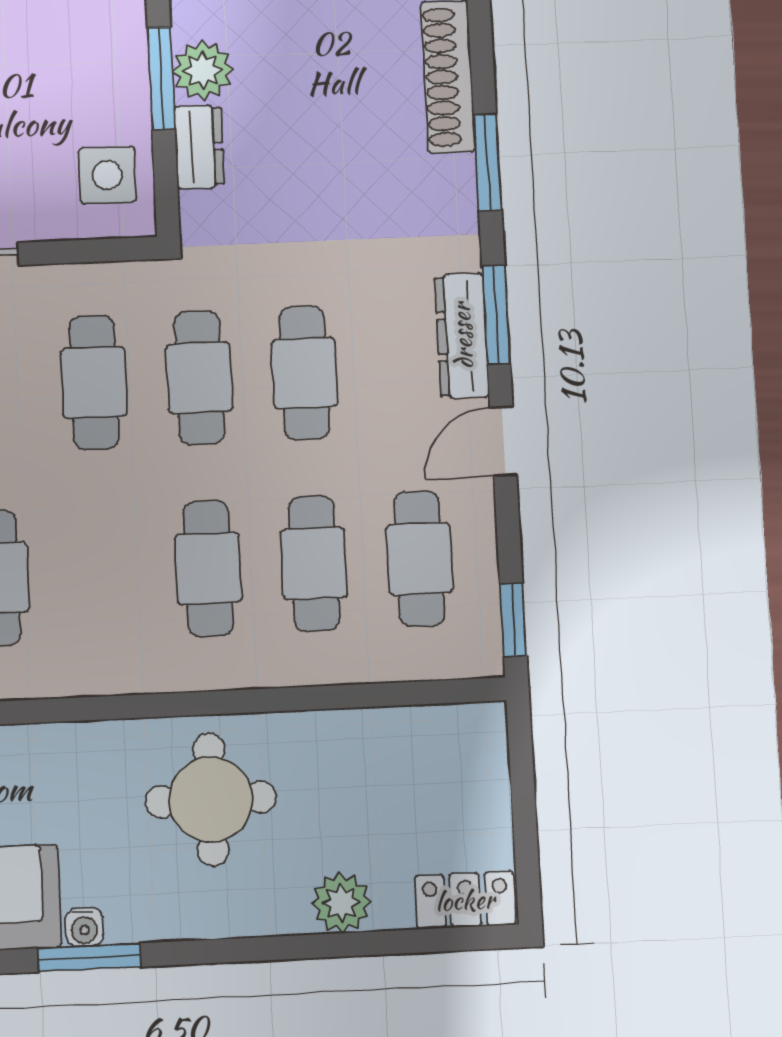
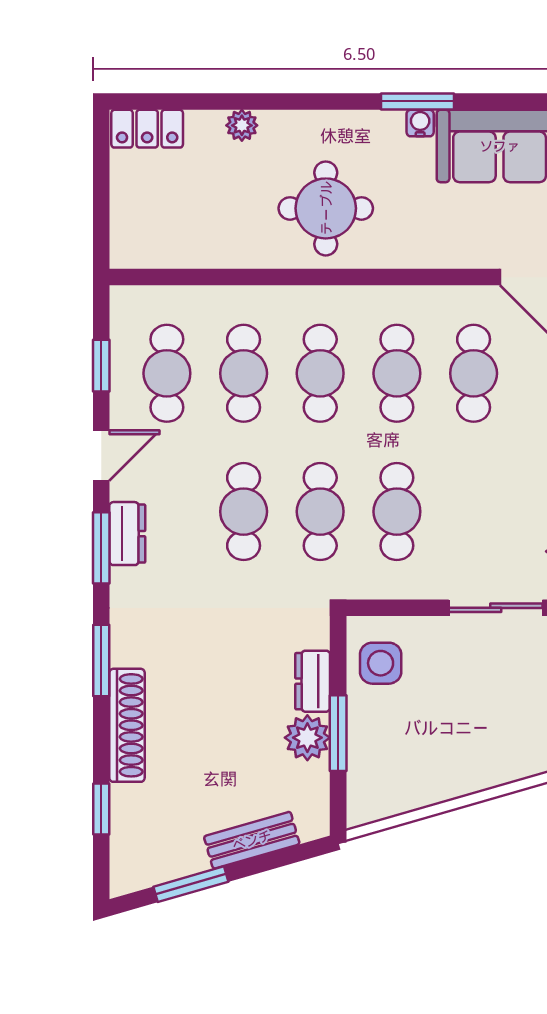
dresser: (462, 336) -> (127, 534), width x0.70
cafe table: (102, 573) -> (397, 373), added
window: (513, 620) -> (101, 366), moved
plant: (341, 903) -> (242, 125), width x0.73, depth x0.73

